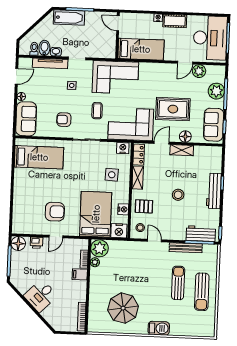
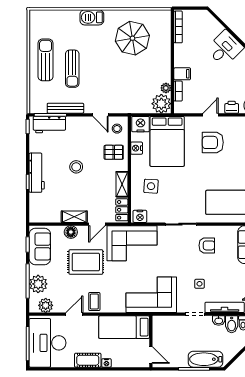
plant: (199, 71) -> (46, 305), moved
coffee table: (97, 111) -> (94, 301), moved

